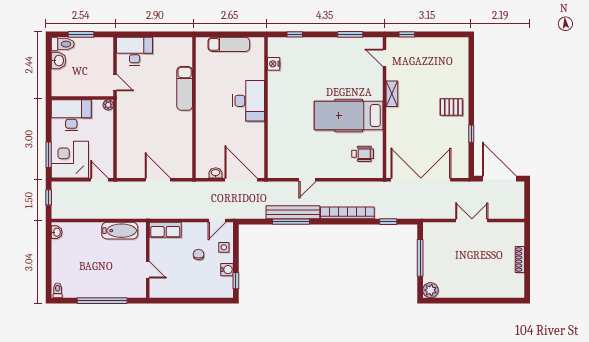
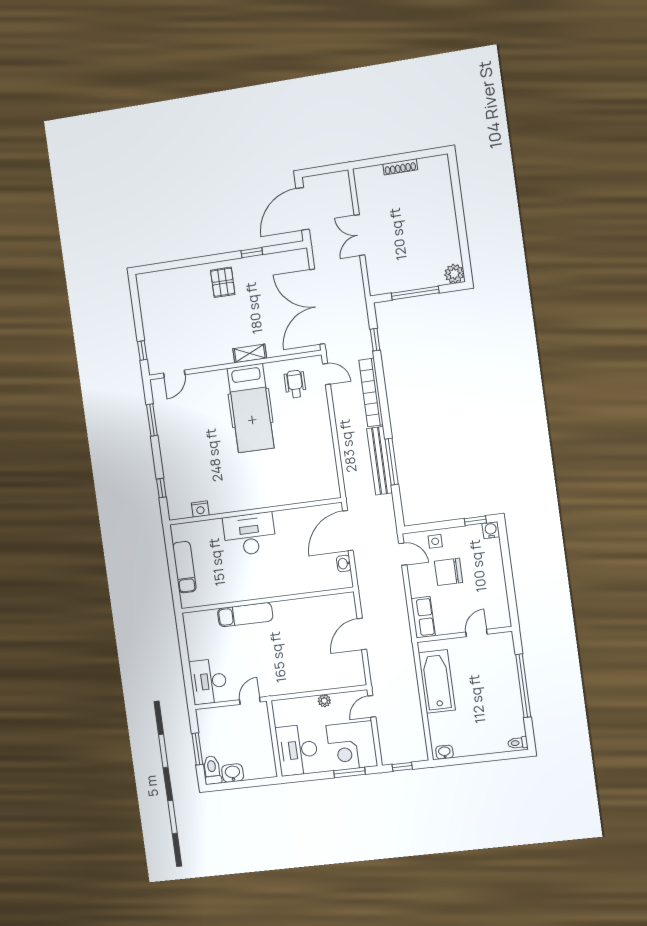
shelving: (392, 94) -> (250, 353), moved
plant: (108, 105) -> (324, 701), moved
door: (307, 180) -> (326, 374), moved
bathtub: (120, 231) -> (437, 681), width x1.36, depth x1.36
chair: (199, 255) -> (449, 572), width x1.87, depth x1.87
water cooler: (227, 270) -> (491, 530), moved

